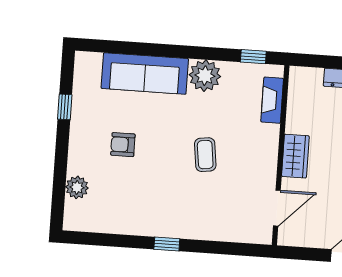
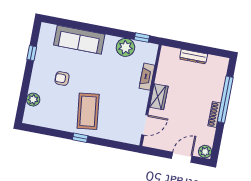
plant: (205, 76) -> (125, 47), moved
fireplace: (272, 100) -> (147, 77), moved
coffee table: (205, 155) -> (88, 111), moved, width x1.86, depth x1.72

